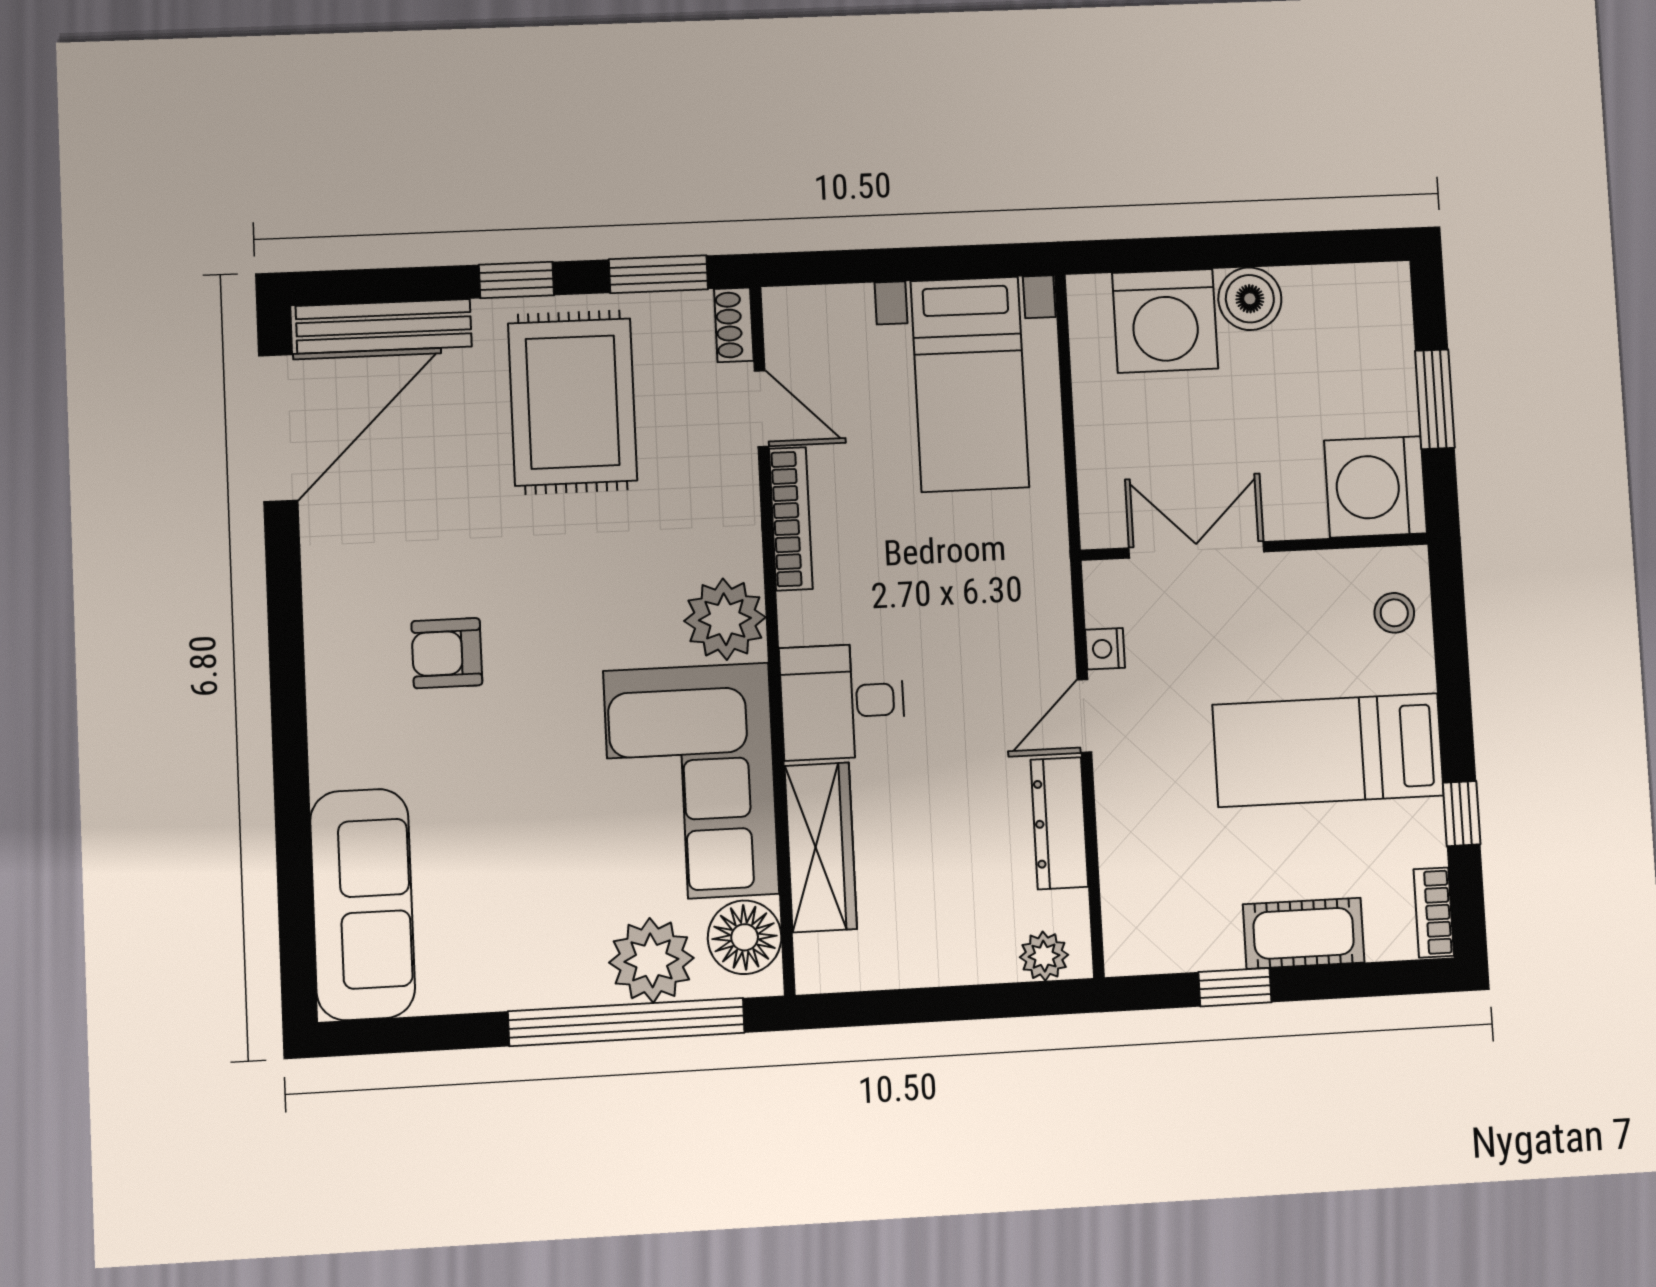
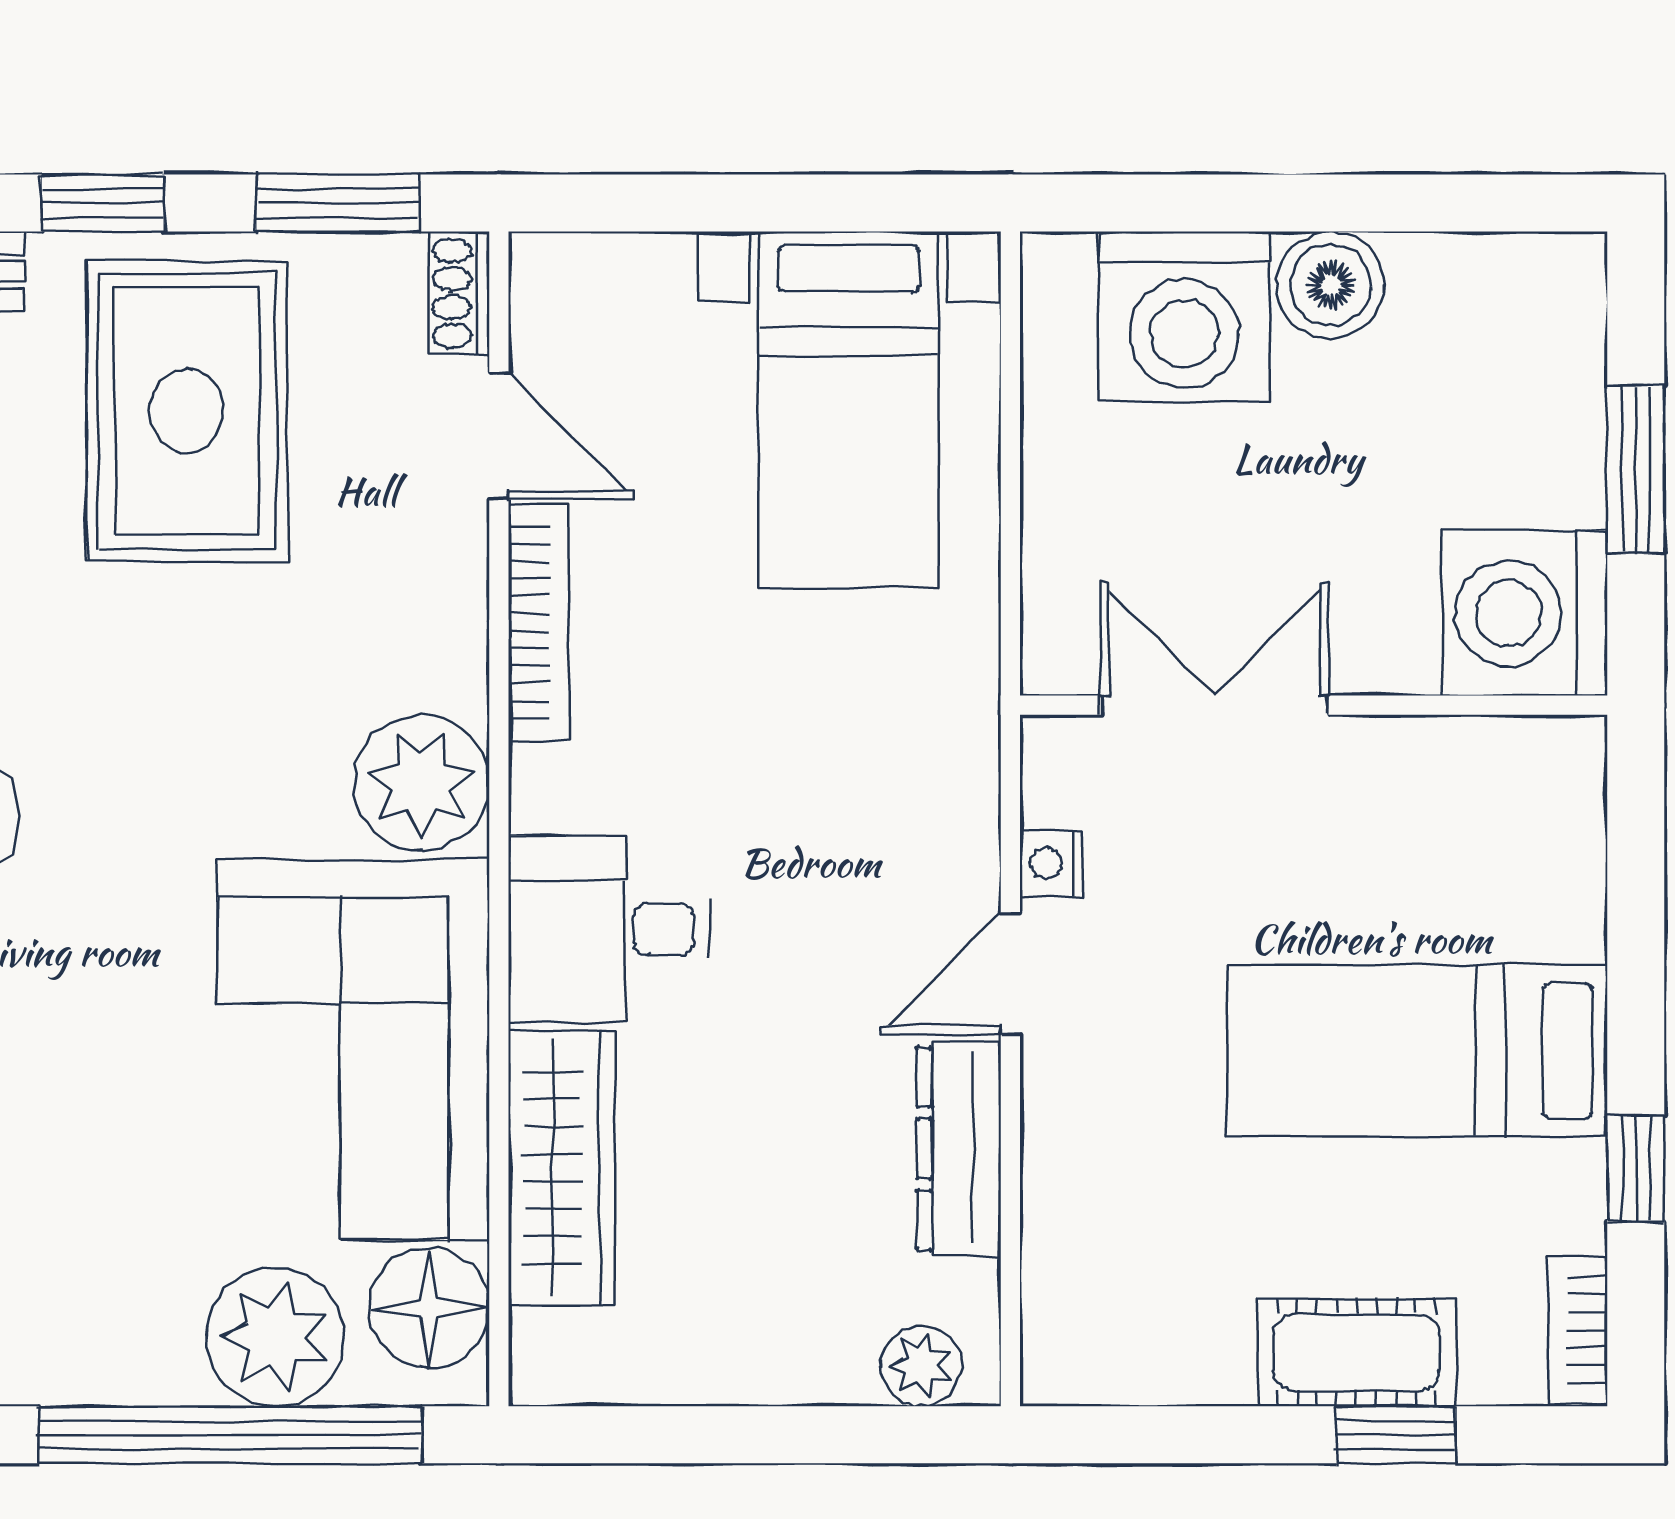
stool: (1394, 613) -> (1543, 827), removed
window: (1235, 987) -> (1396, 1435), moved

